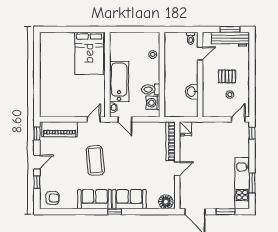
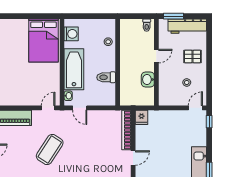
window: (230, 29) -> (173, 16), moved
door: (200, 54) -> (156, 56), moved
pallet: (227, 76) -> (193, 56), moved
washing machine: (153, 103) -> (71, 34), moved, turned 180
coffee table: (95, 160) -> (50, 149), turned 38

